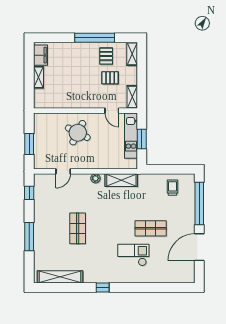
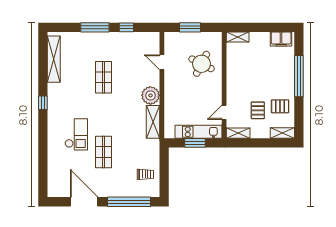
window: (95, 38) -> (299, 76), moved
shelving: (38, 77) -> (238, 37), moved
round table: (78, 133) -> (202, 64), moved
plant: (95, 178) -> (150, 95), width x1.87, depth x1.87
window: (29, 193) -> (126, 27), moved
shop shelf: (78, 228) -> (104, 77), turned 90

